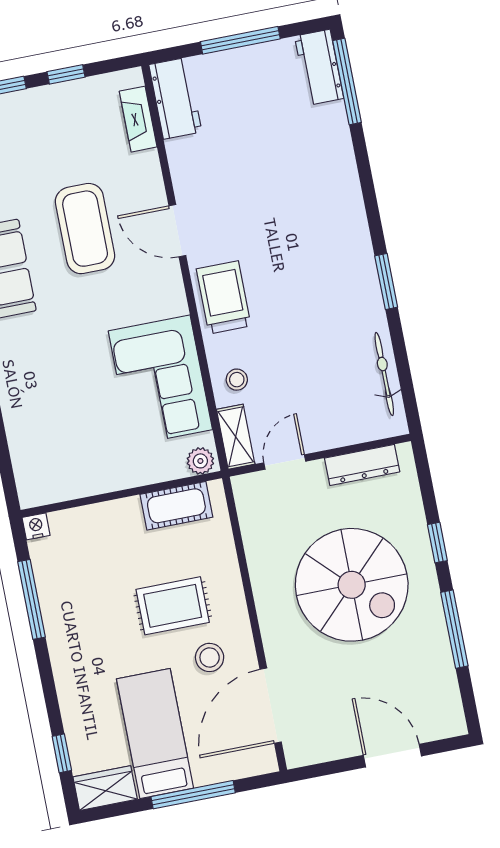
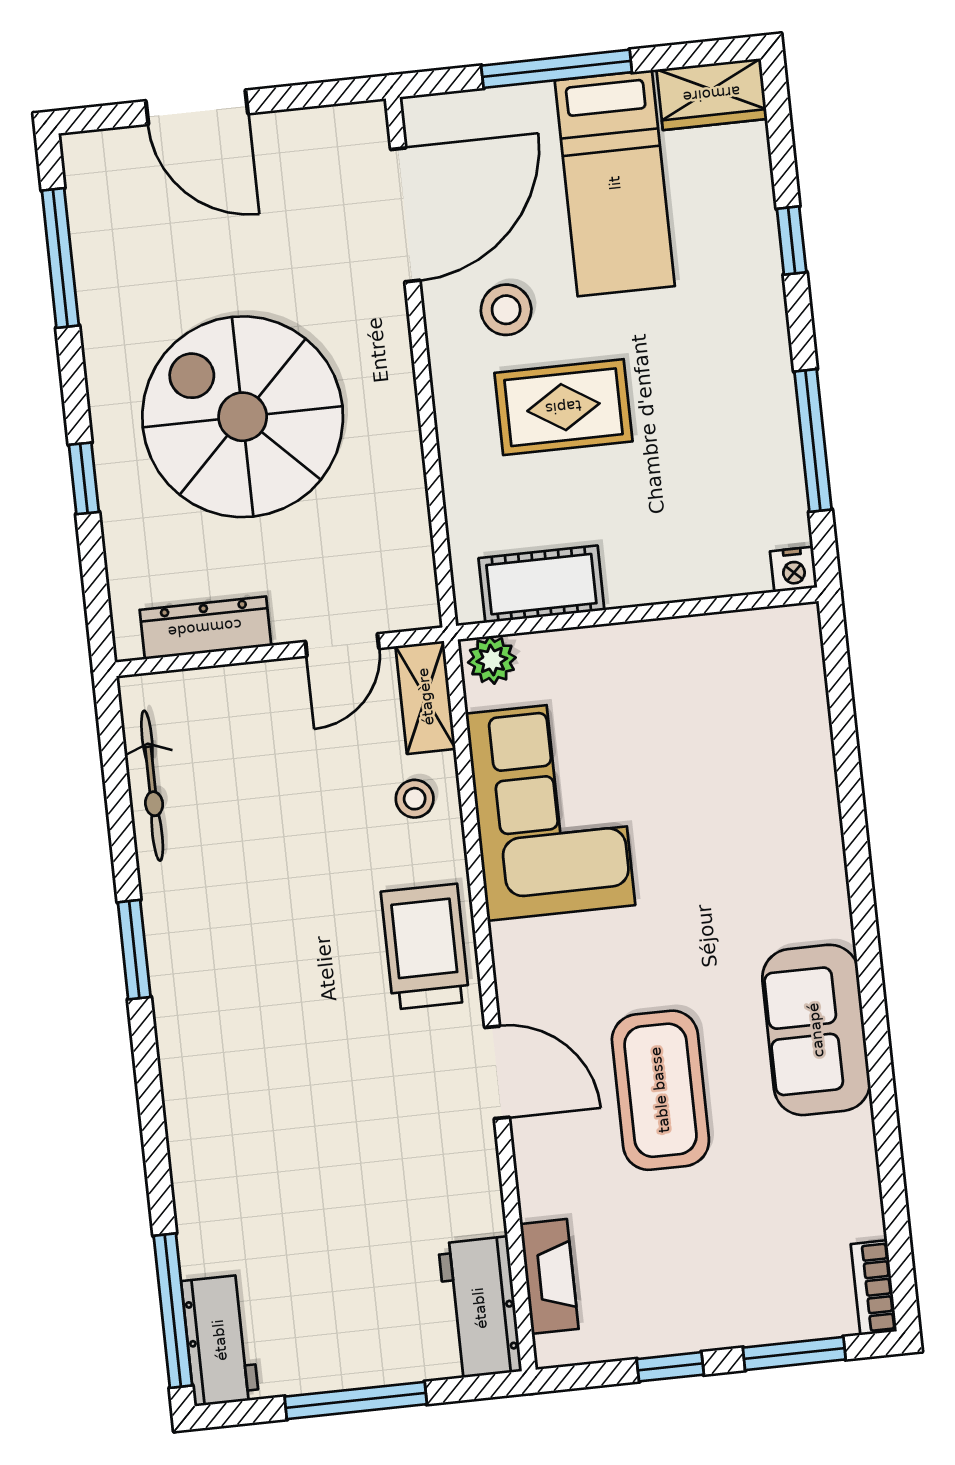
trolley: (224, 297) -> (425, 947), turned 180
window: (454, 629) -> (60, 258), moved
window: (62, 753) -> (792, 241), moved

